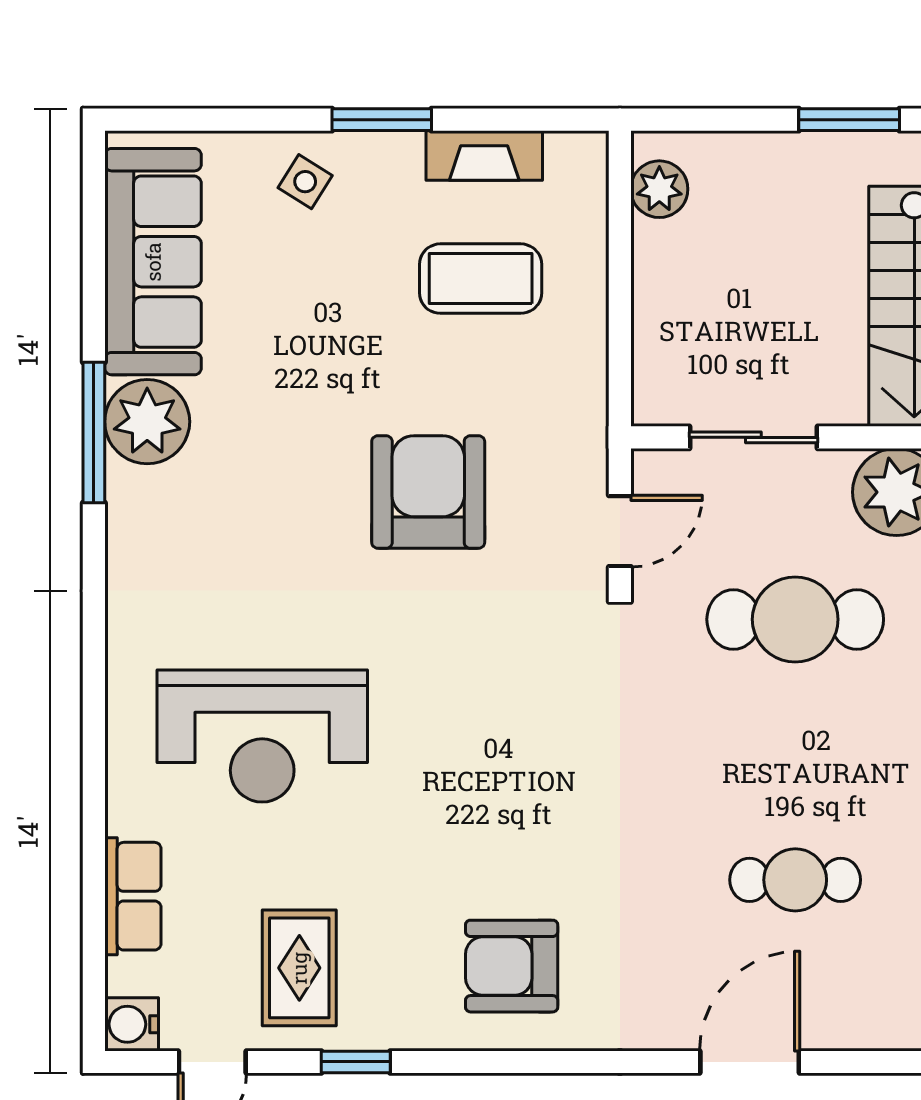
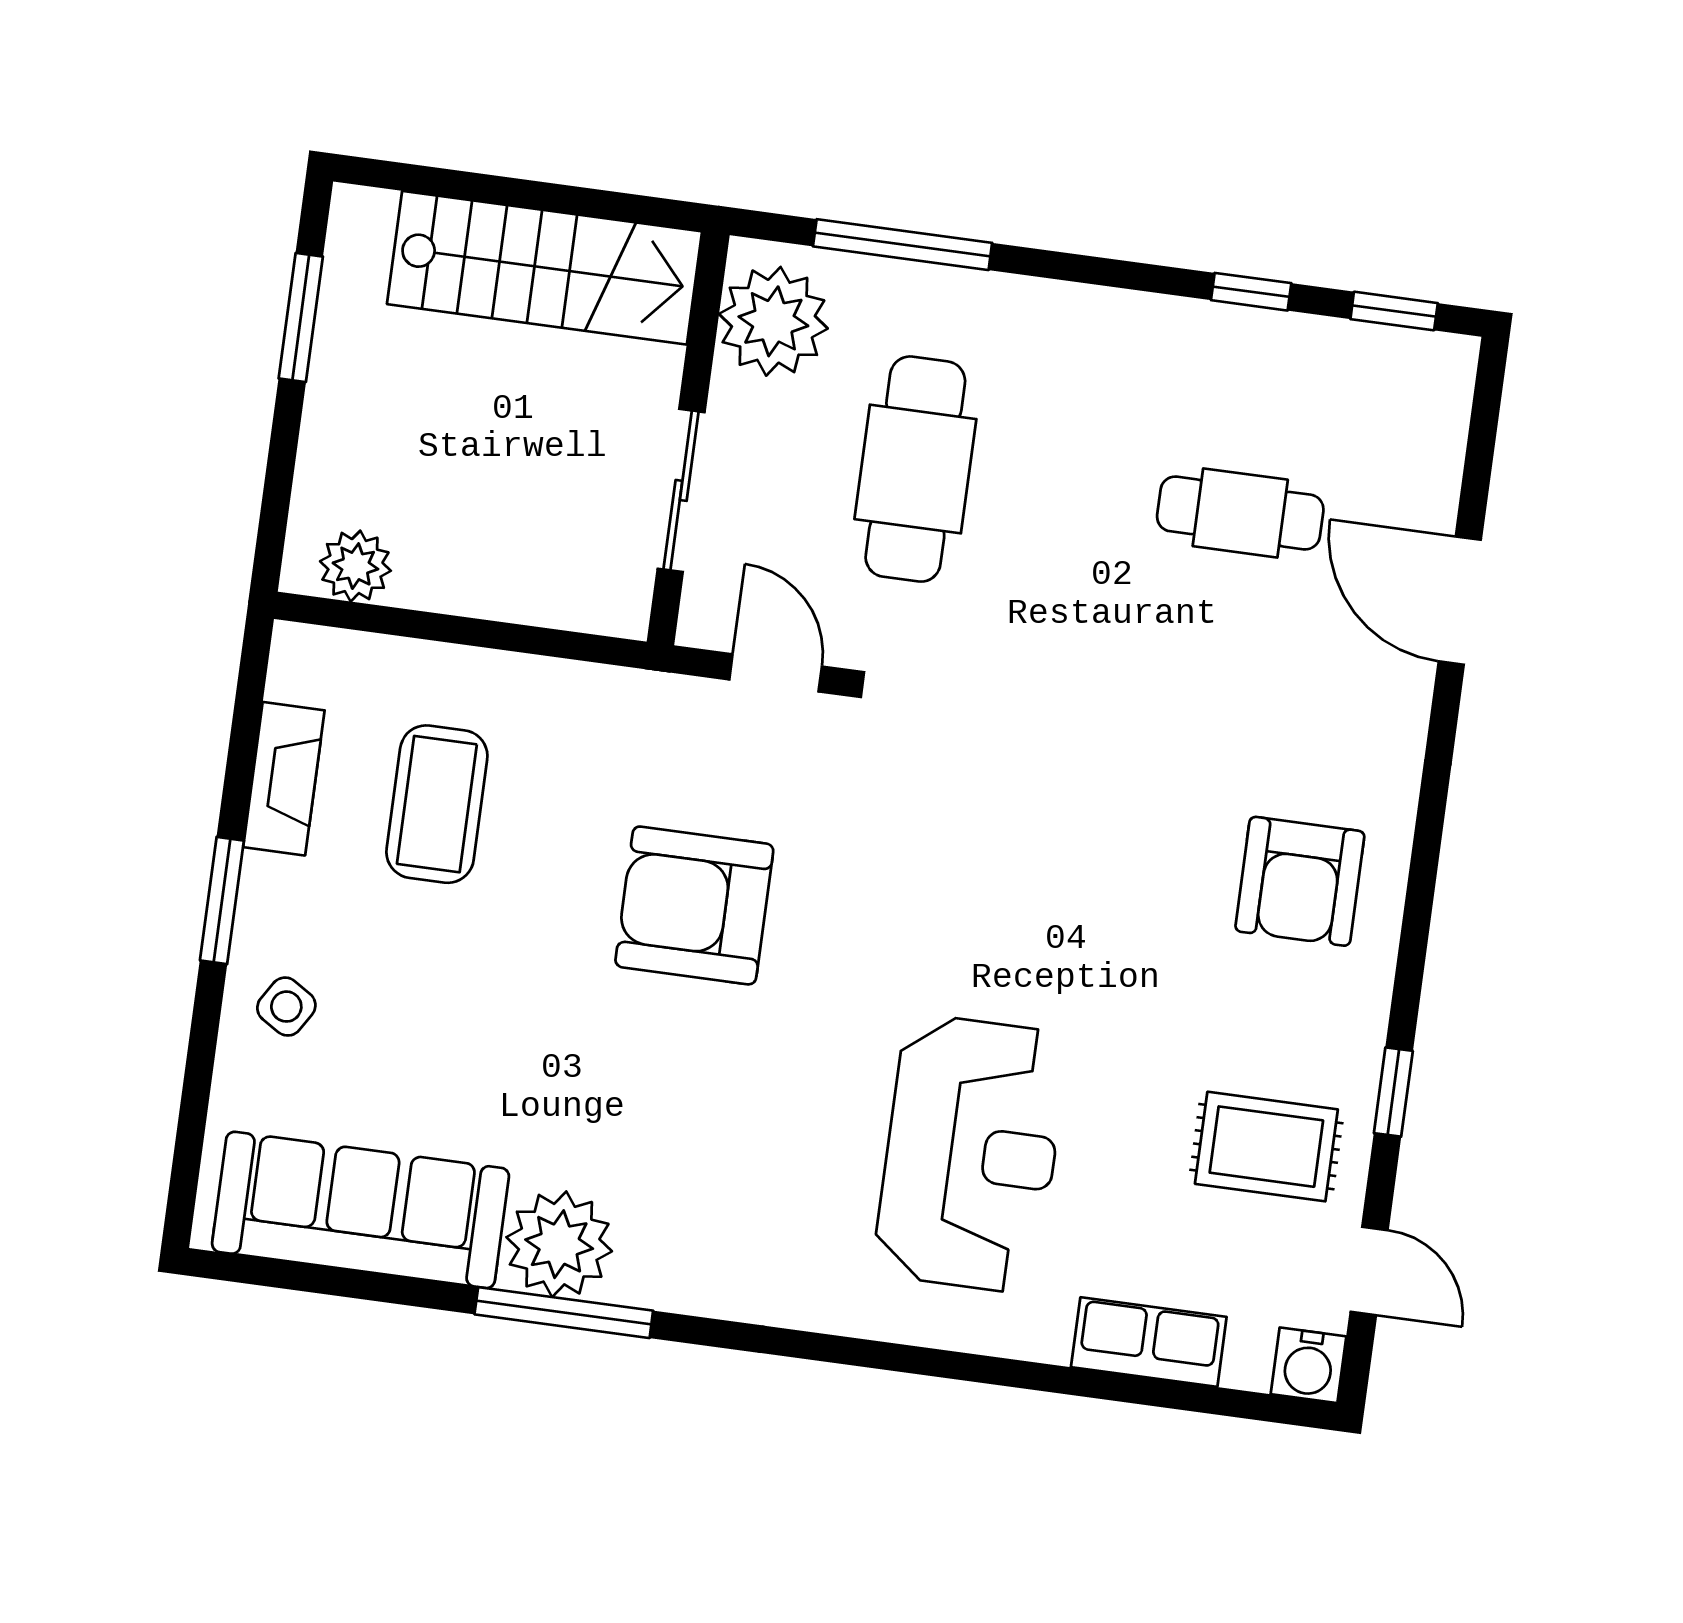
cafe table: (795, 880) -> (1240, 513), turned 90

